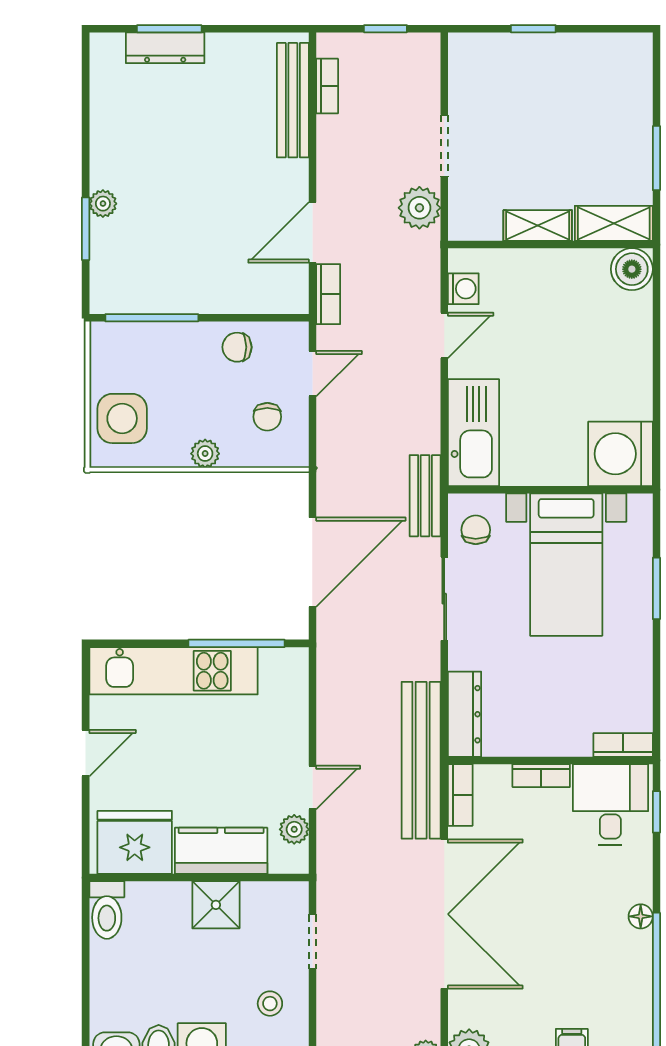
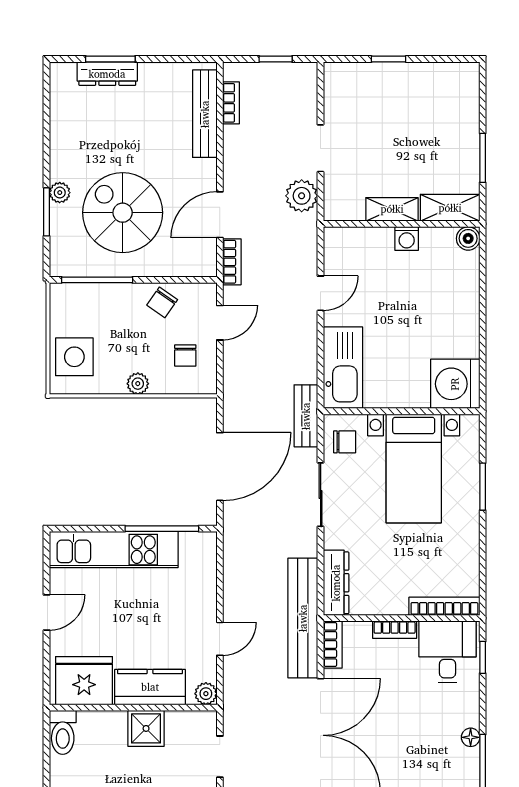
spiral stairs: (185, 230) -> (123, 213), added
boiler: (632, 269) -> (468, 238), width x0.73, depth x0.73
washing machine: (463, 289) -> (407, 239), moved, turned 90
chair: (237, 347) -> (162, 302), turned -55
chair: (476, 530) -> (345, 442), turned 90
bookcase: (623, 745) -> (444, 606), width x1.56
plant: (294, 829) -> (206, 694), moved

